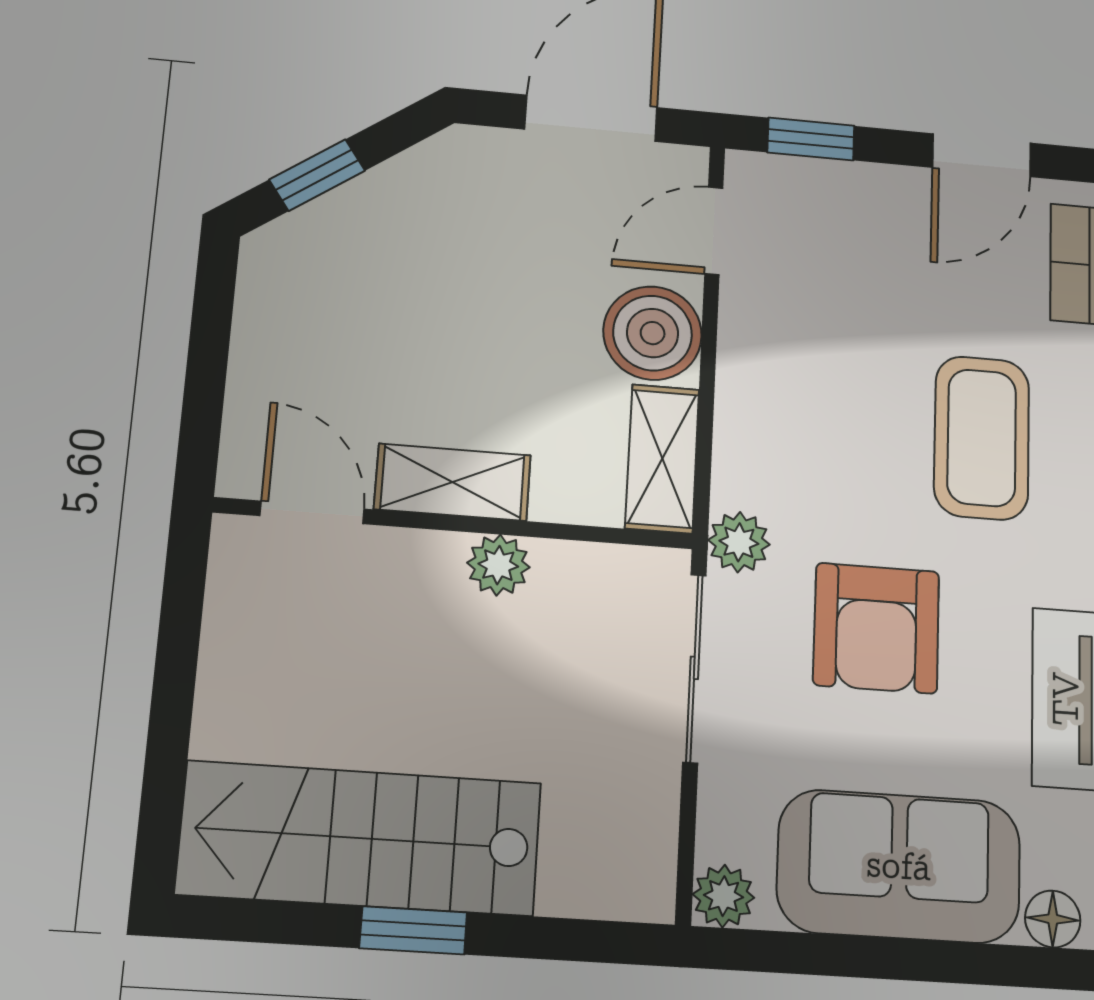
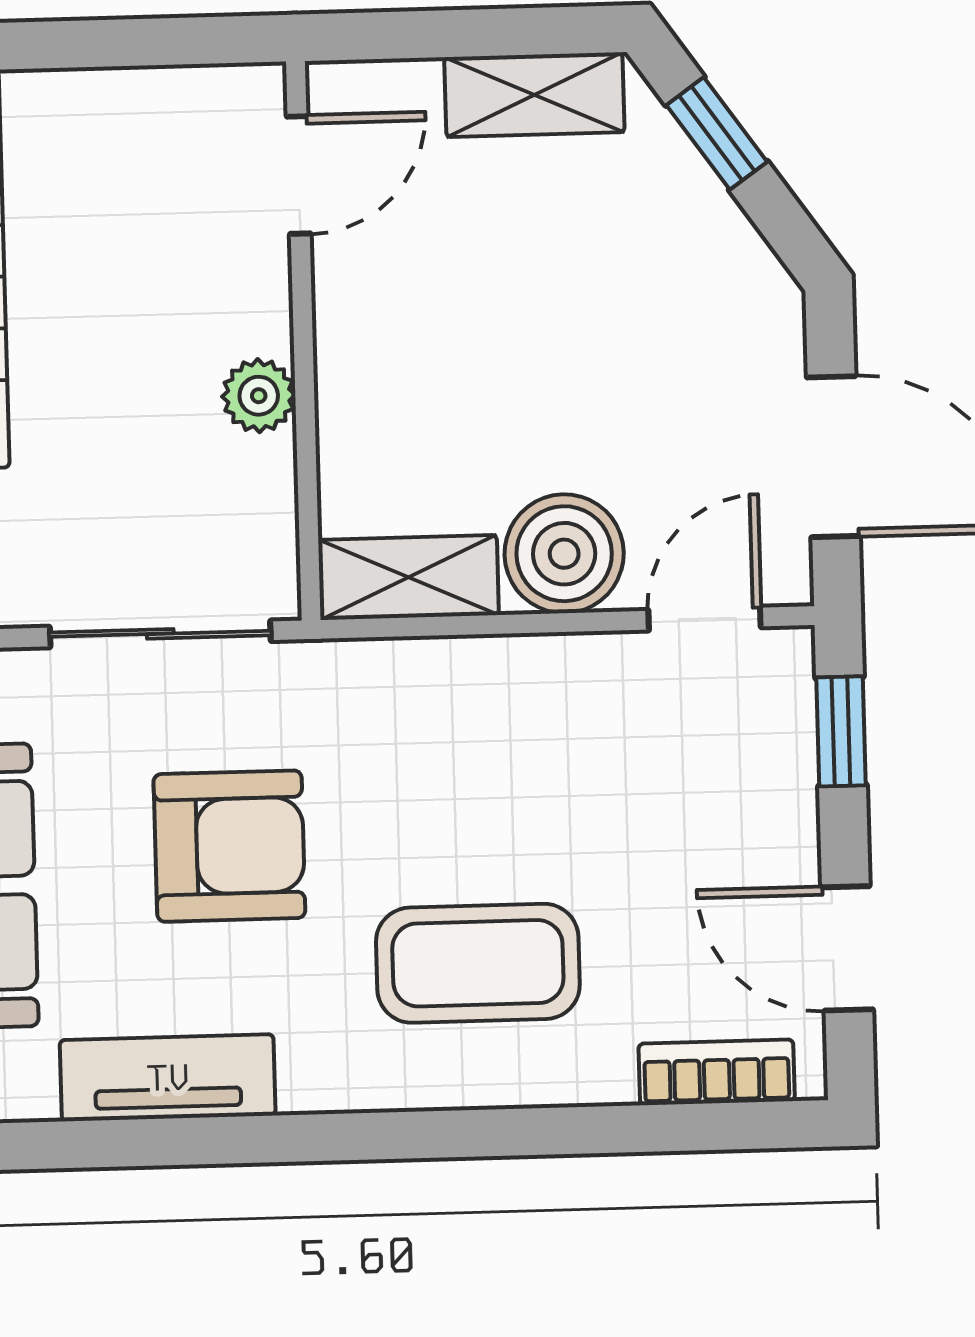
door: (714, 231) -> (705, 619), hinge flipped
shelving: (453, 482) -> (534, 95), moved, turned 90
plant: (739, 542) -> (316, 676), removed
armchair: (876, 628) -> (229, 846), turned 180

